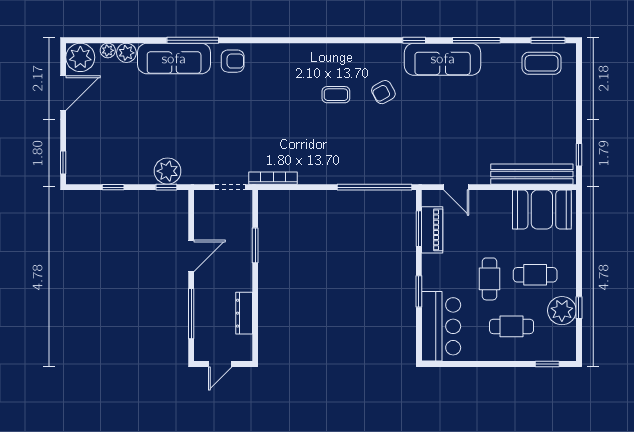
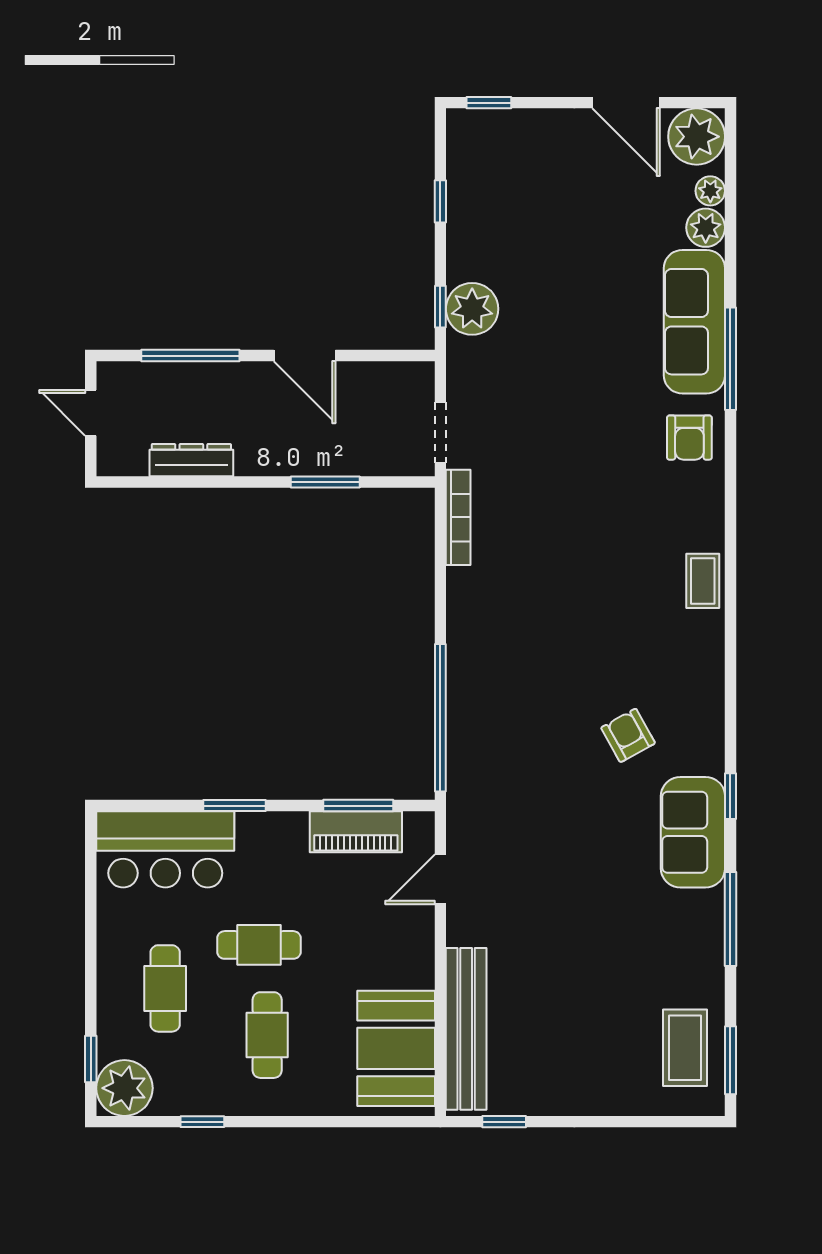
sofa: (443, 59) -> (693, 832), width x0.73
coffee table: (336, 95) -> (703, 581), moved
plant: (562, 311) -> (124, 1088), moved

